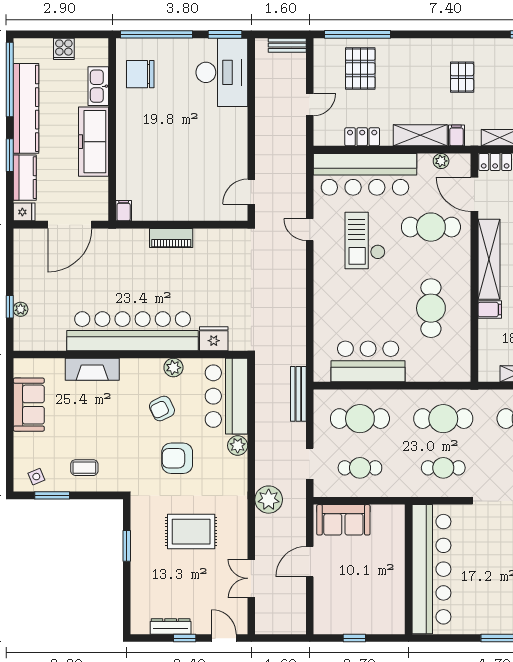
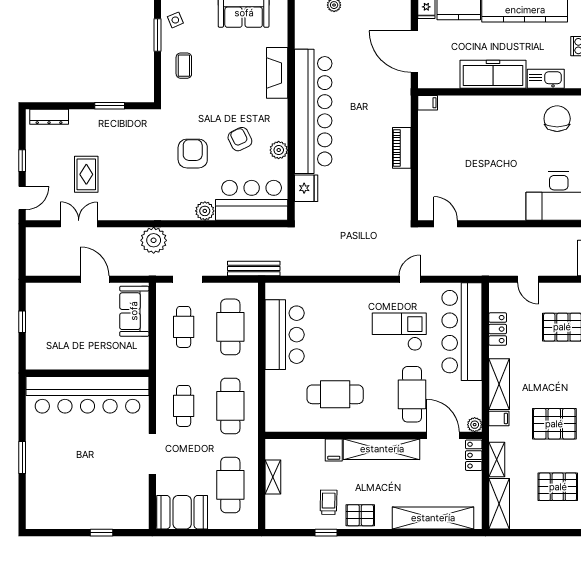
pallet: (462, 77) -> (554, 424), width x1.50, depth x1.42
plant: (441, 161) -> (475, 425), moved
door: (474, 194) -> (443, 435), hinge flipped
rug: (191, 532) -> (86, 174), moved, width x0.73, depth x0.70
dresser: (171, 626) -> (49, 117), moved, turned 90

